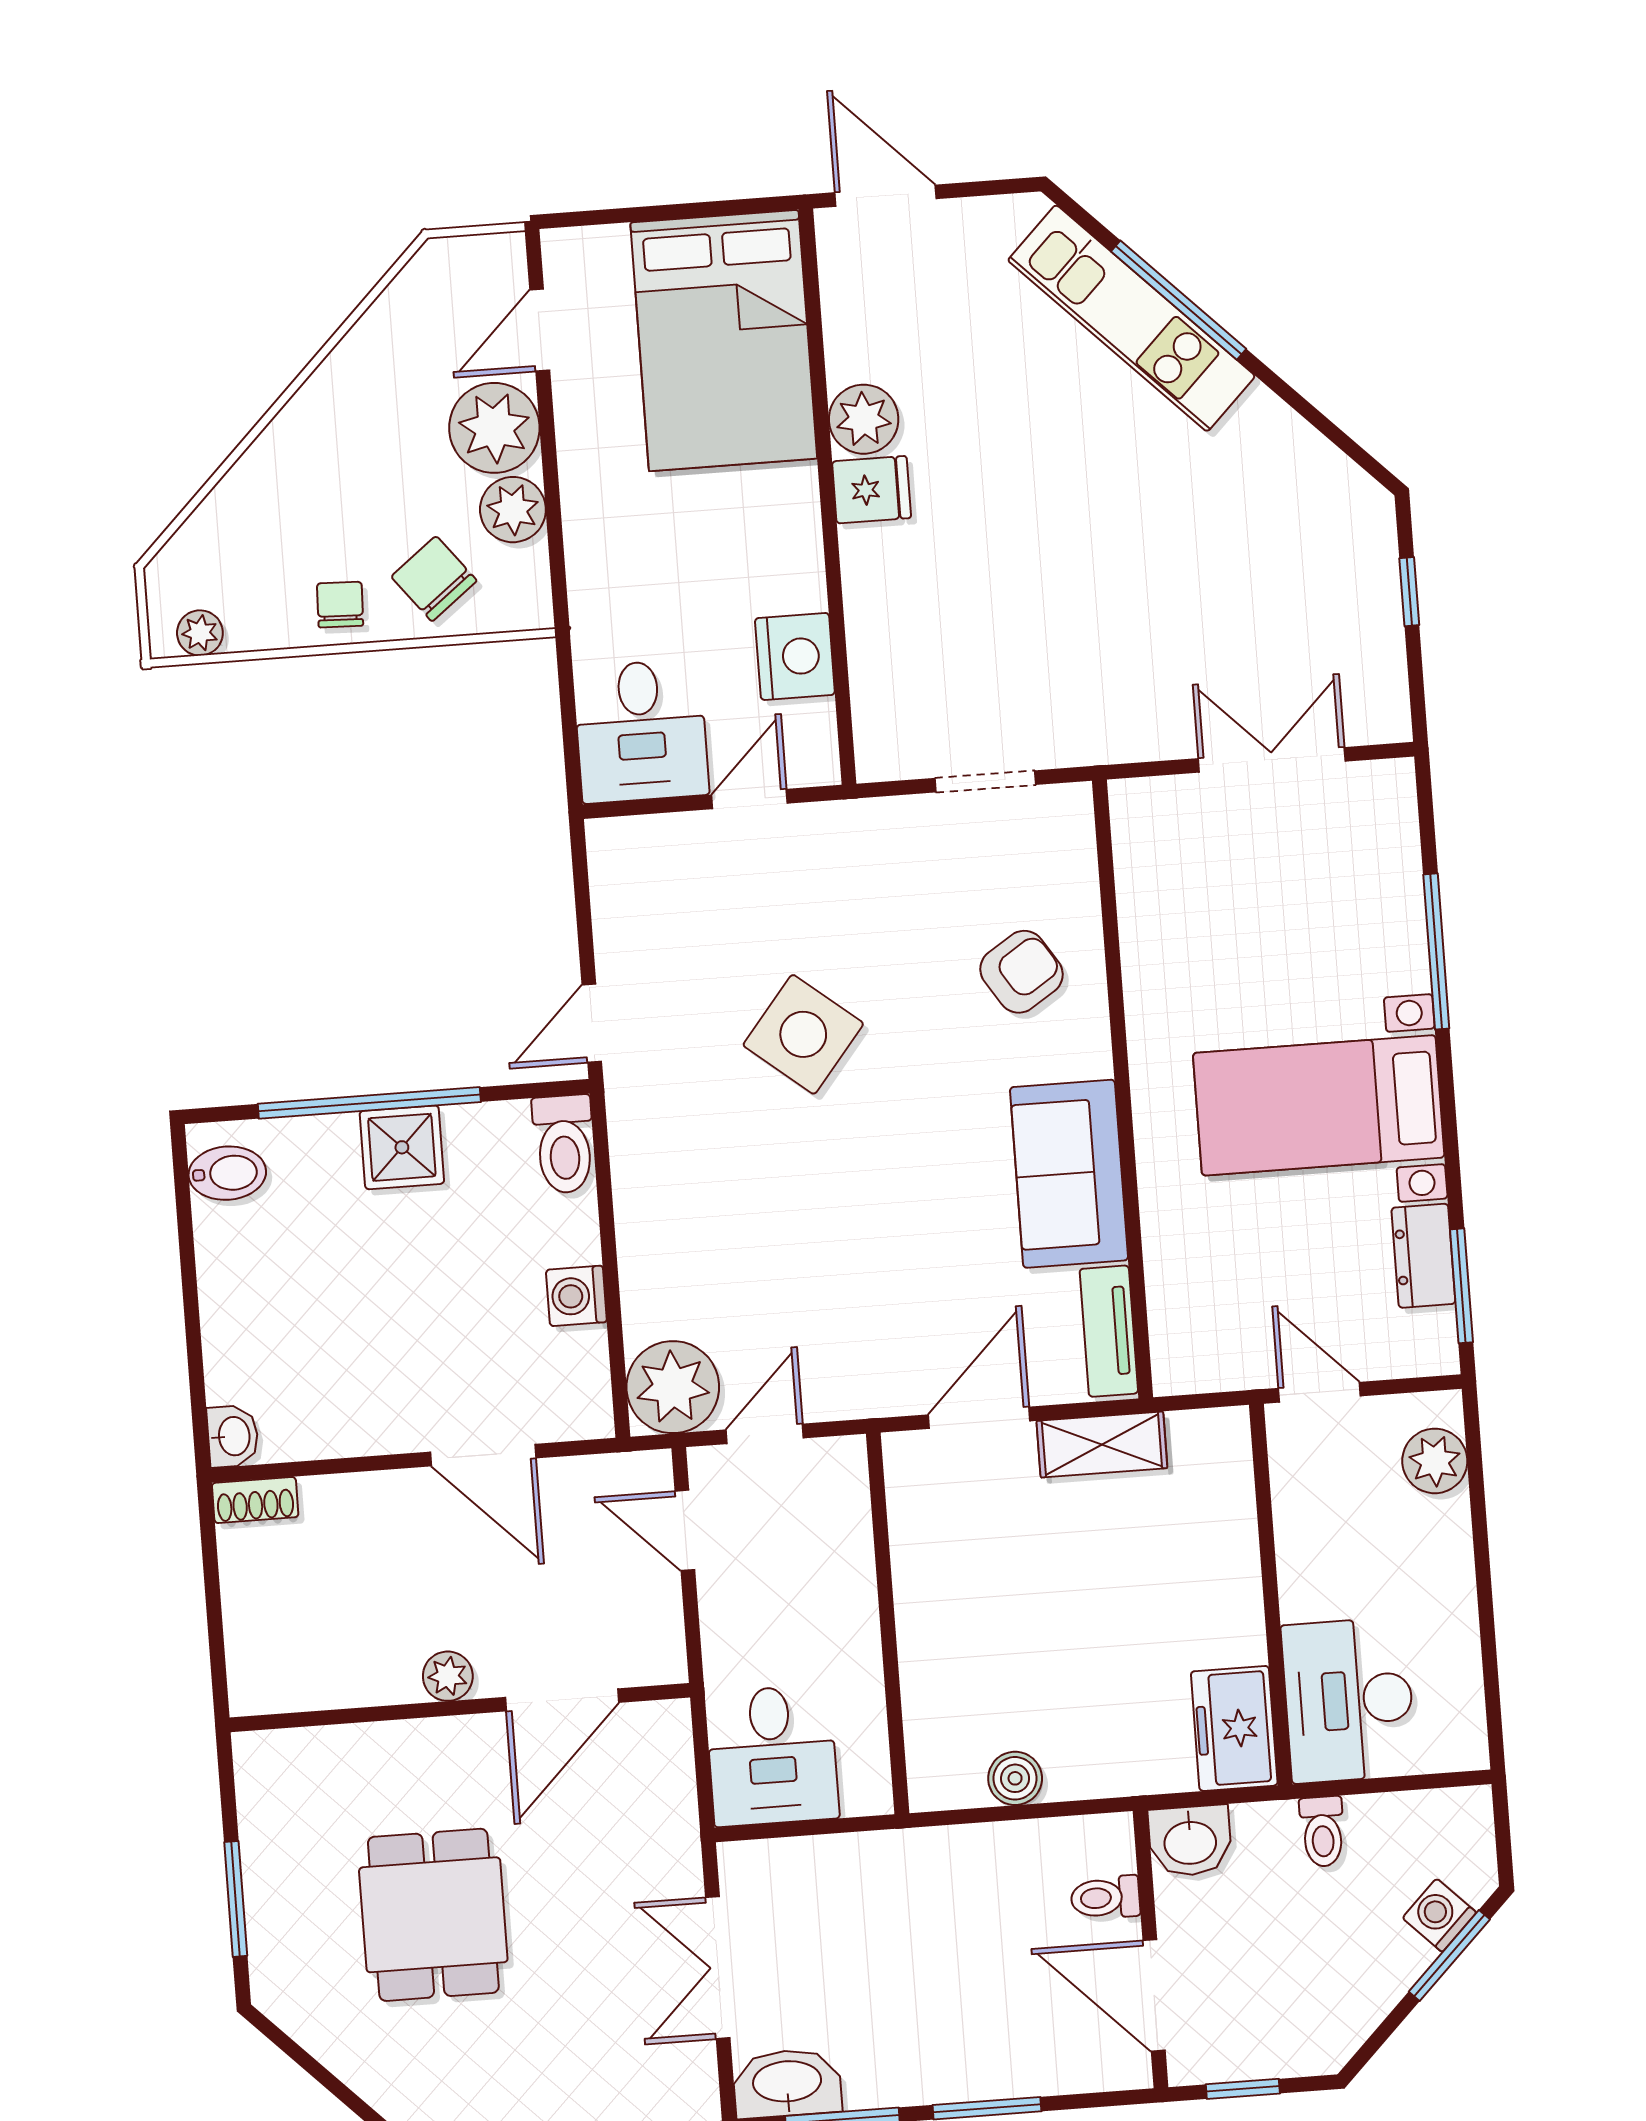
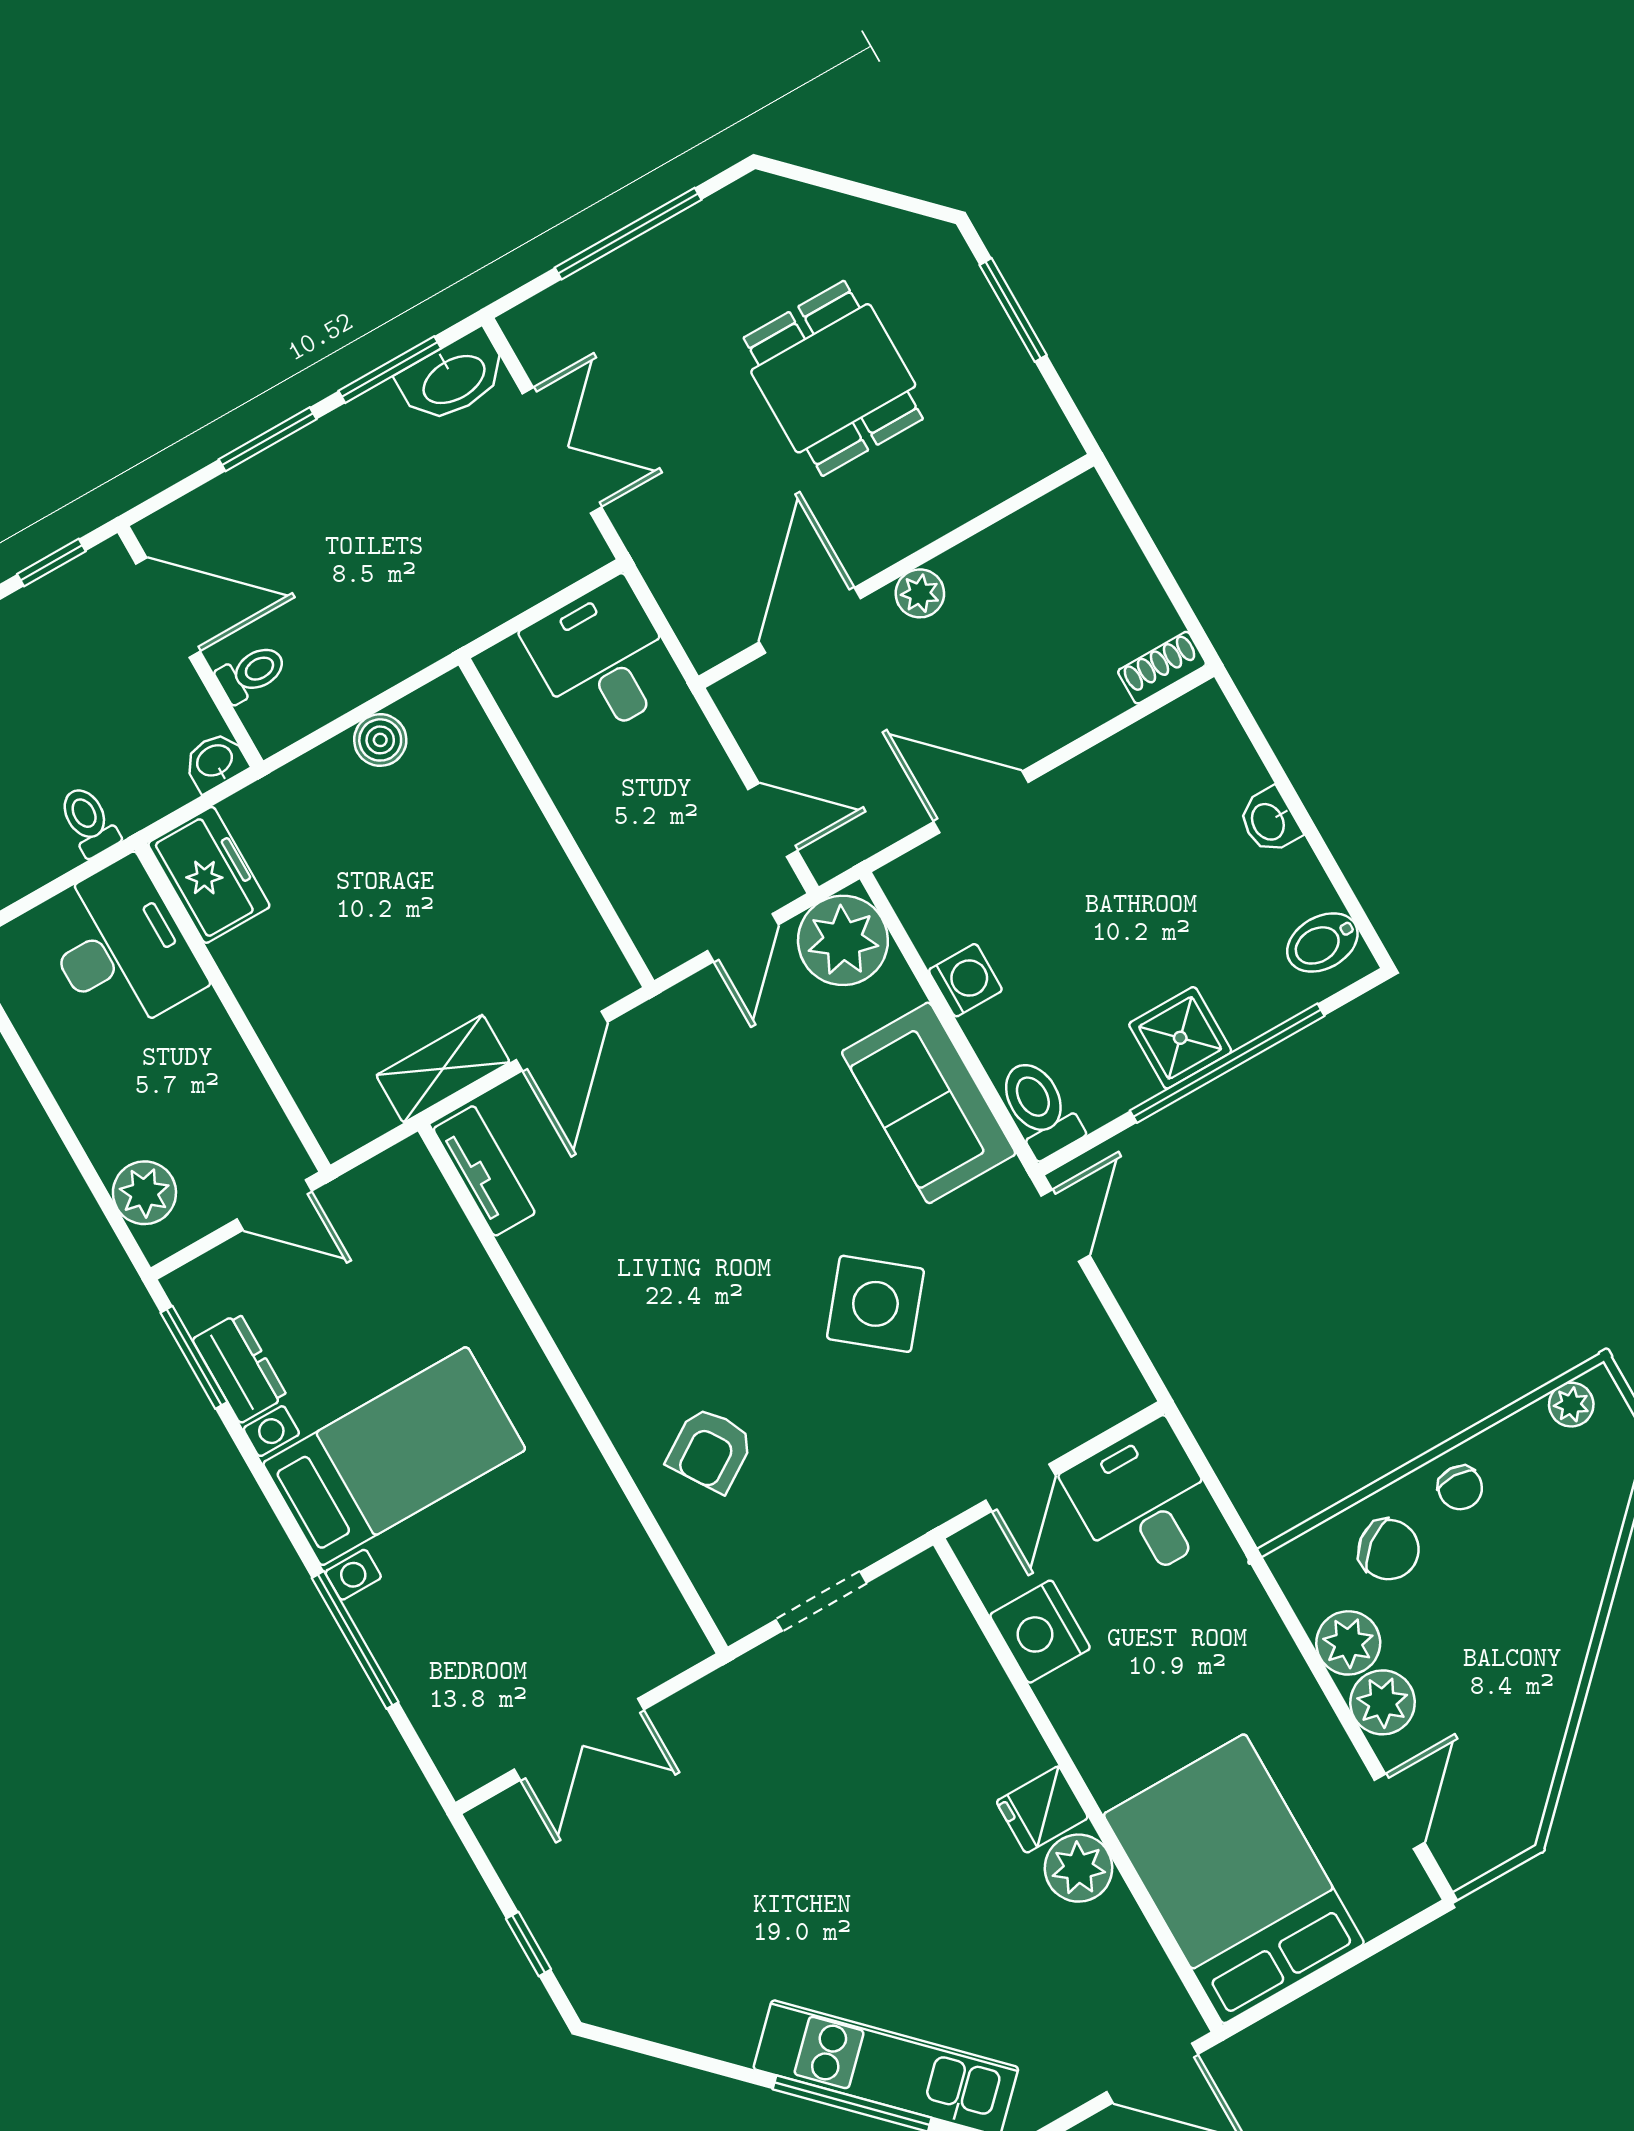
plant: (494, 428) -> (1383, 1702), width x0.73, depth x0.73
sofa: (1069, 1174) -> (929, 1103), moved, turned 180
washbasin: (233, 1436) -> (1269, 821), moved
washbasin: (1190, 1841) -> (215, 762), width x0.72, depth x0.69

